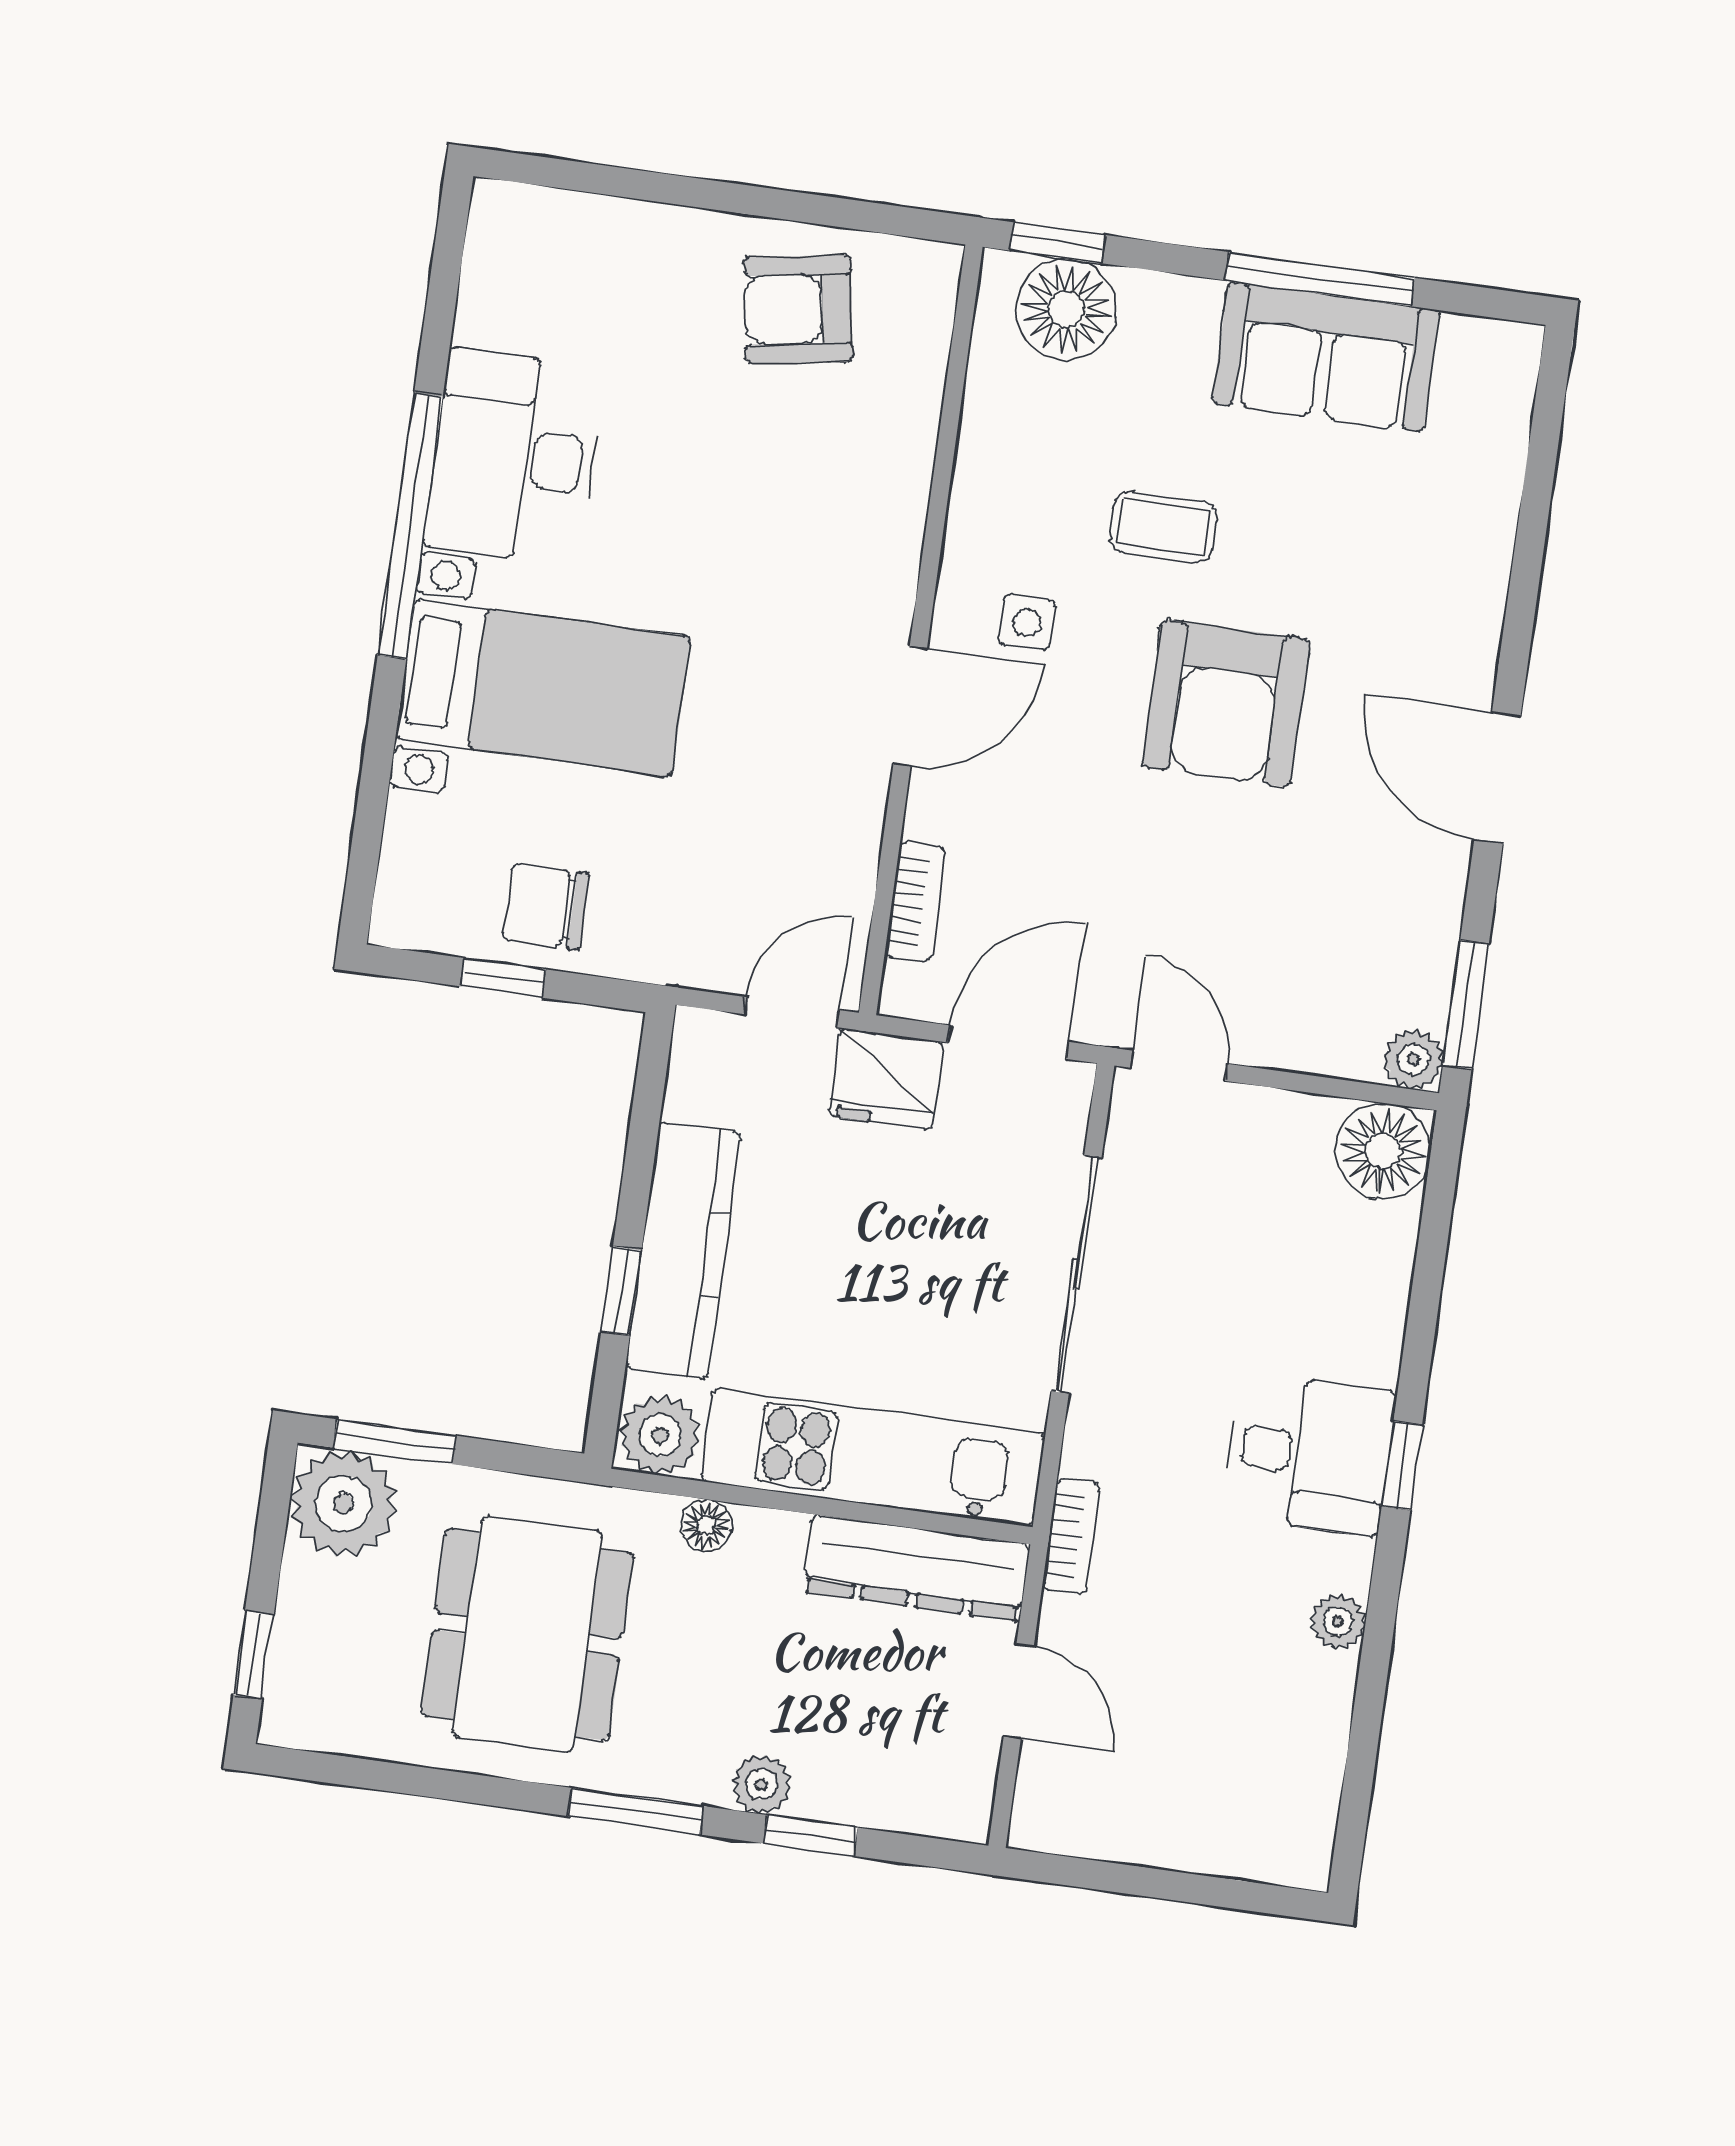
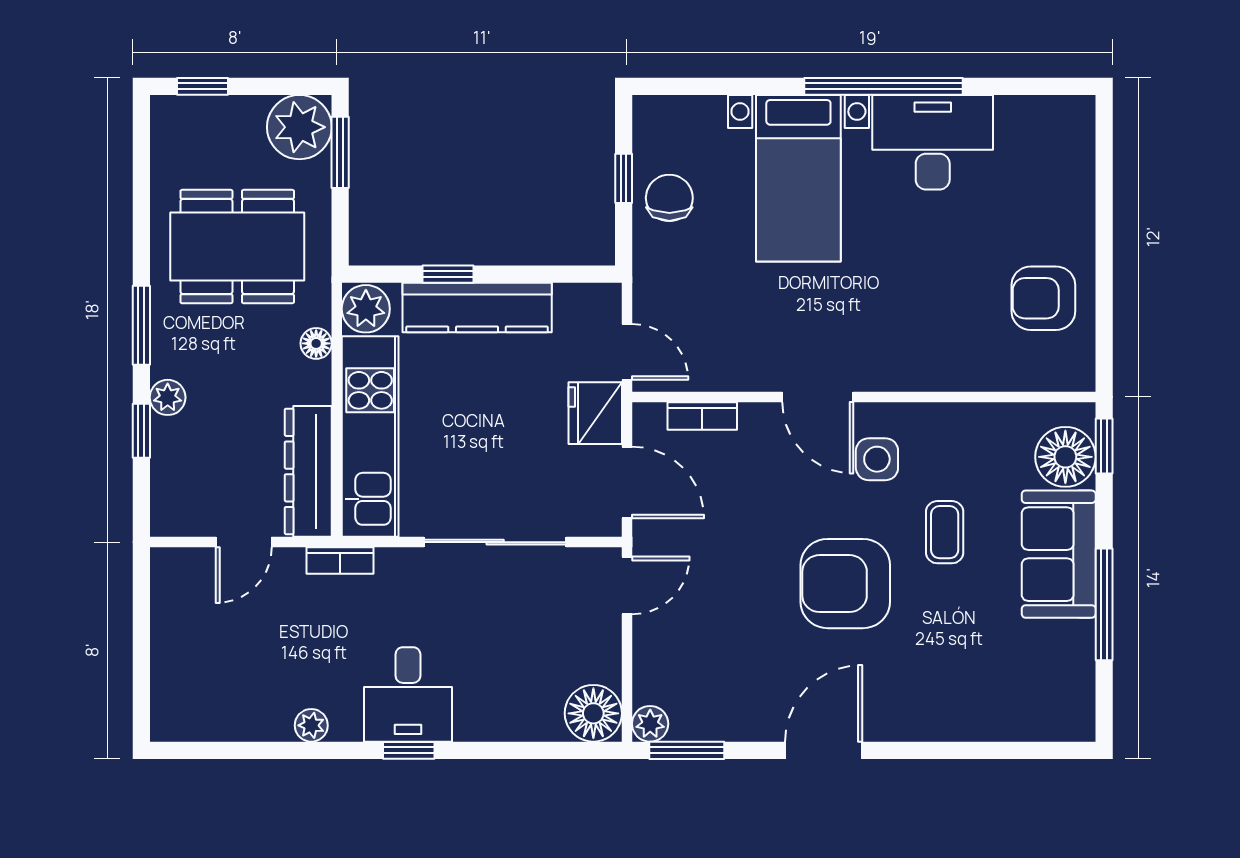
armchair: (798, 309) -> (1043, 298), turned -81
sofa: (1326, 357) -> (1059, 554), moved
side table: (1027, 622) -> (877, 459), width x1.37, depth x1.37

